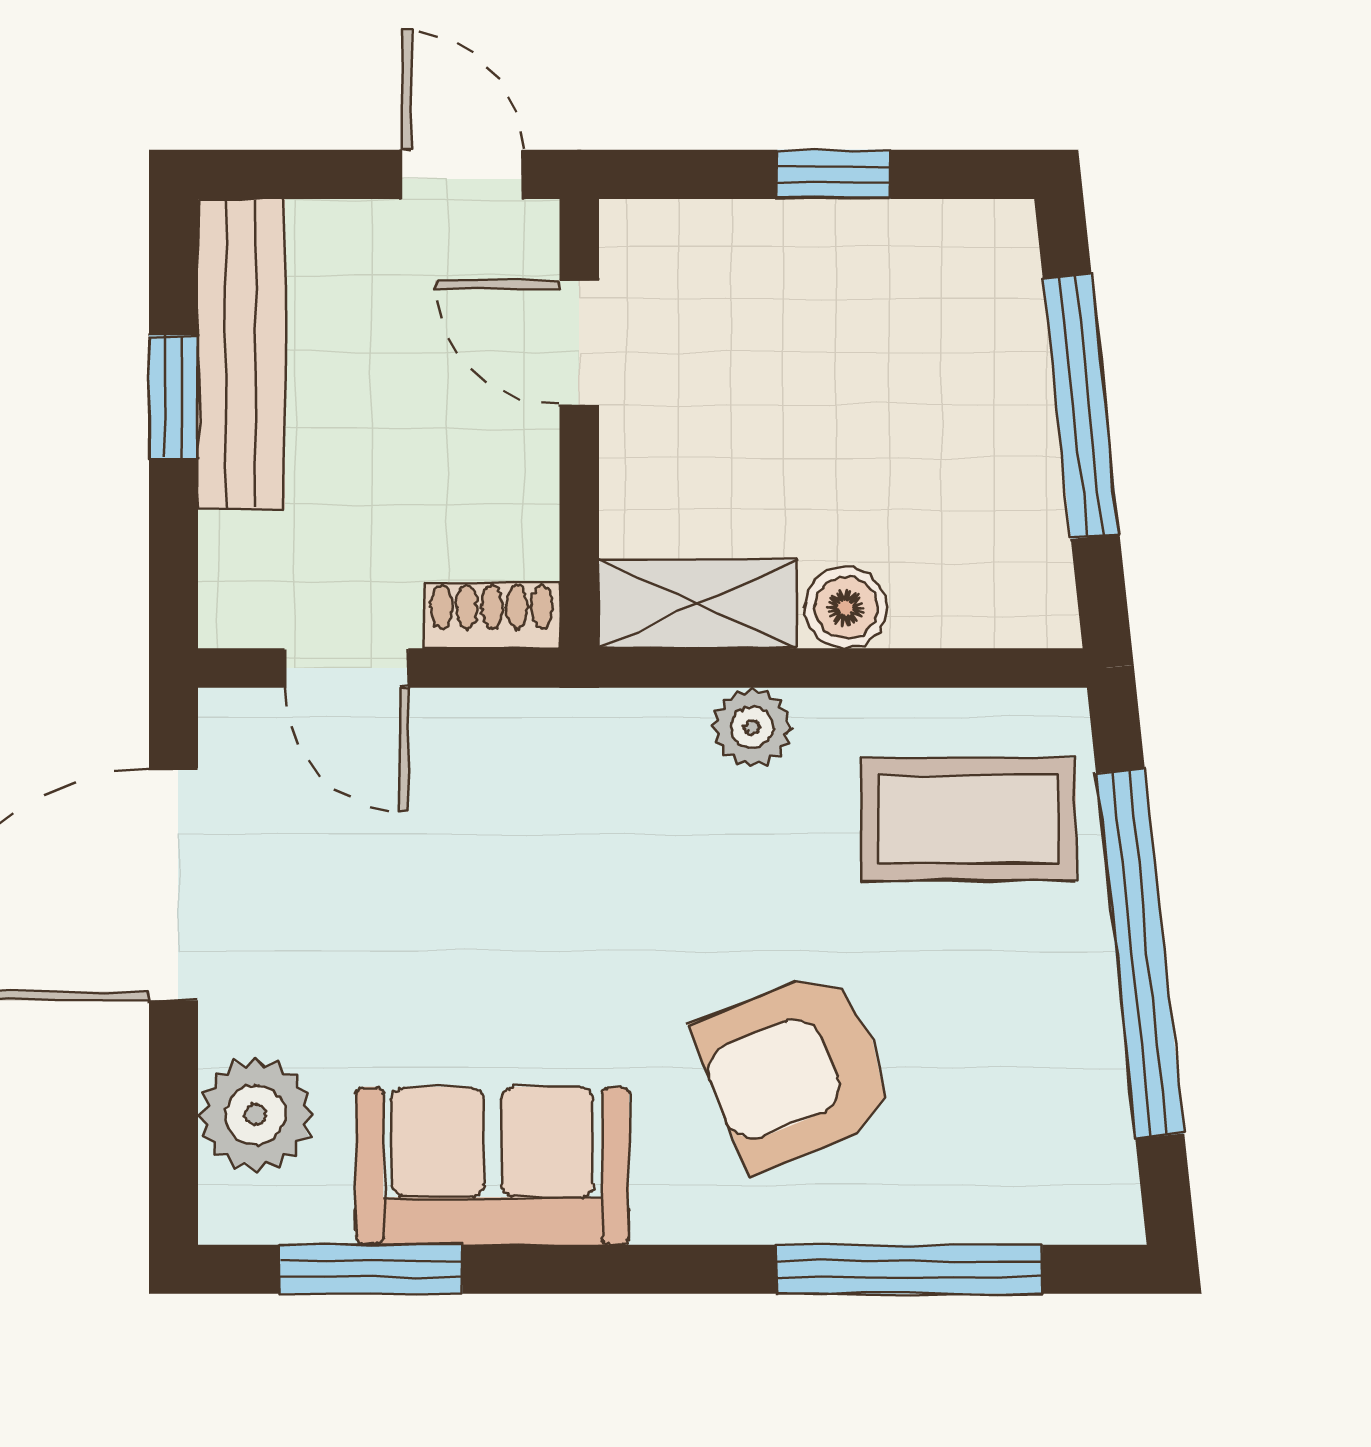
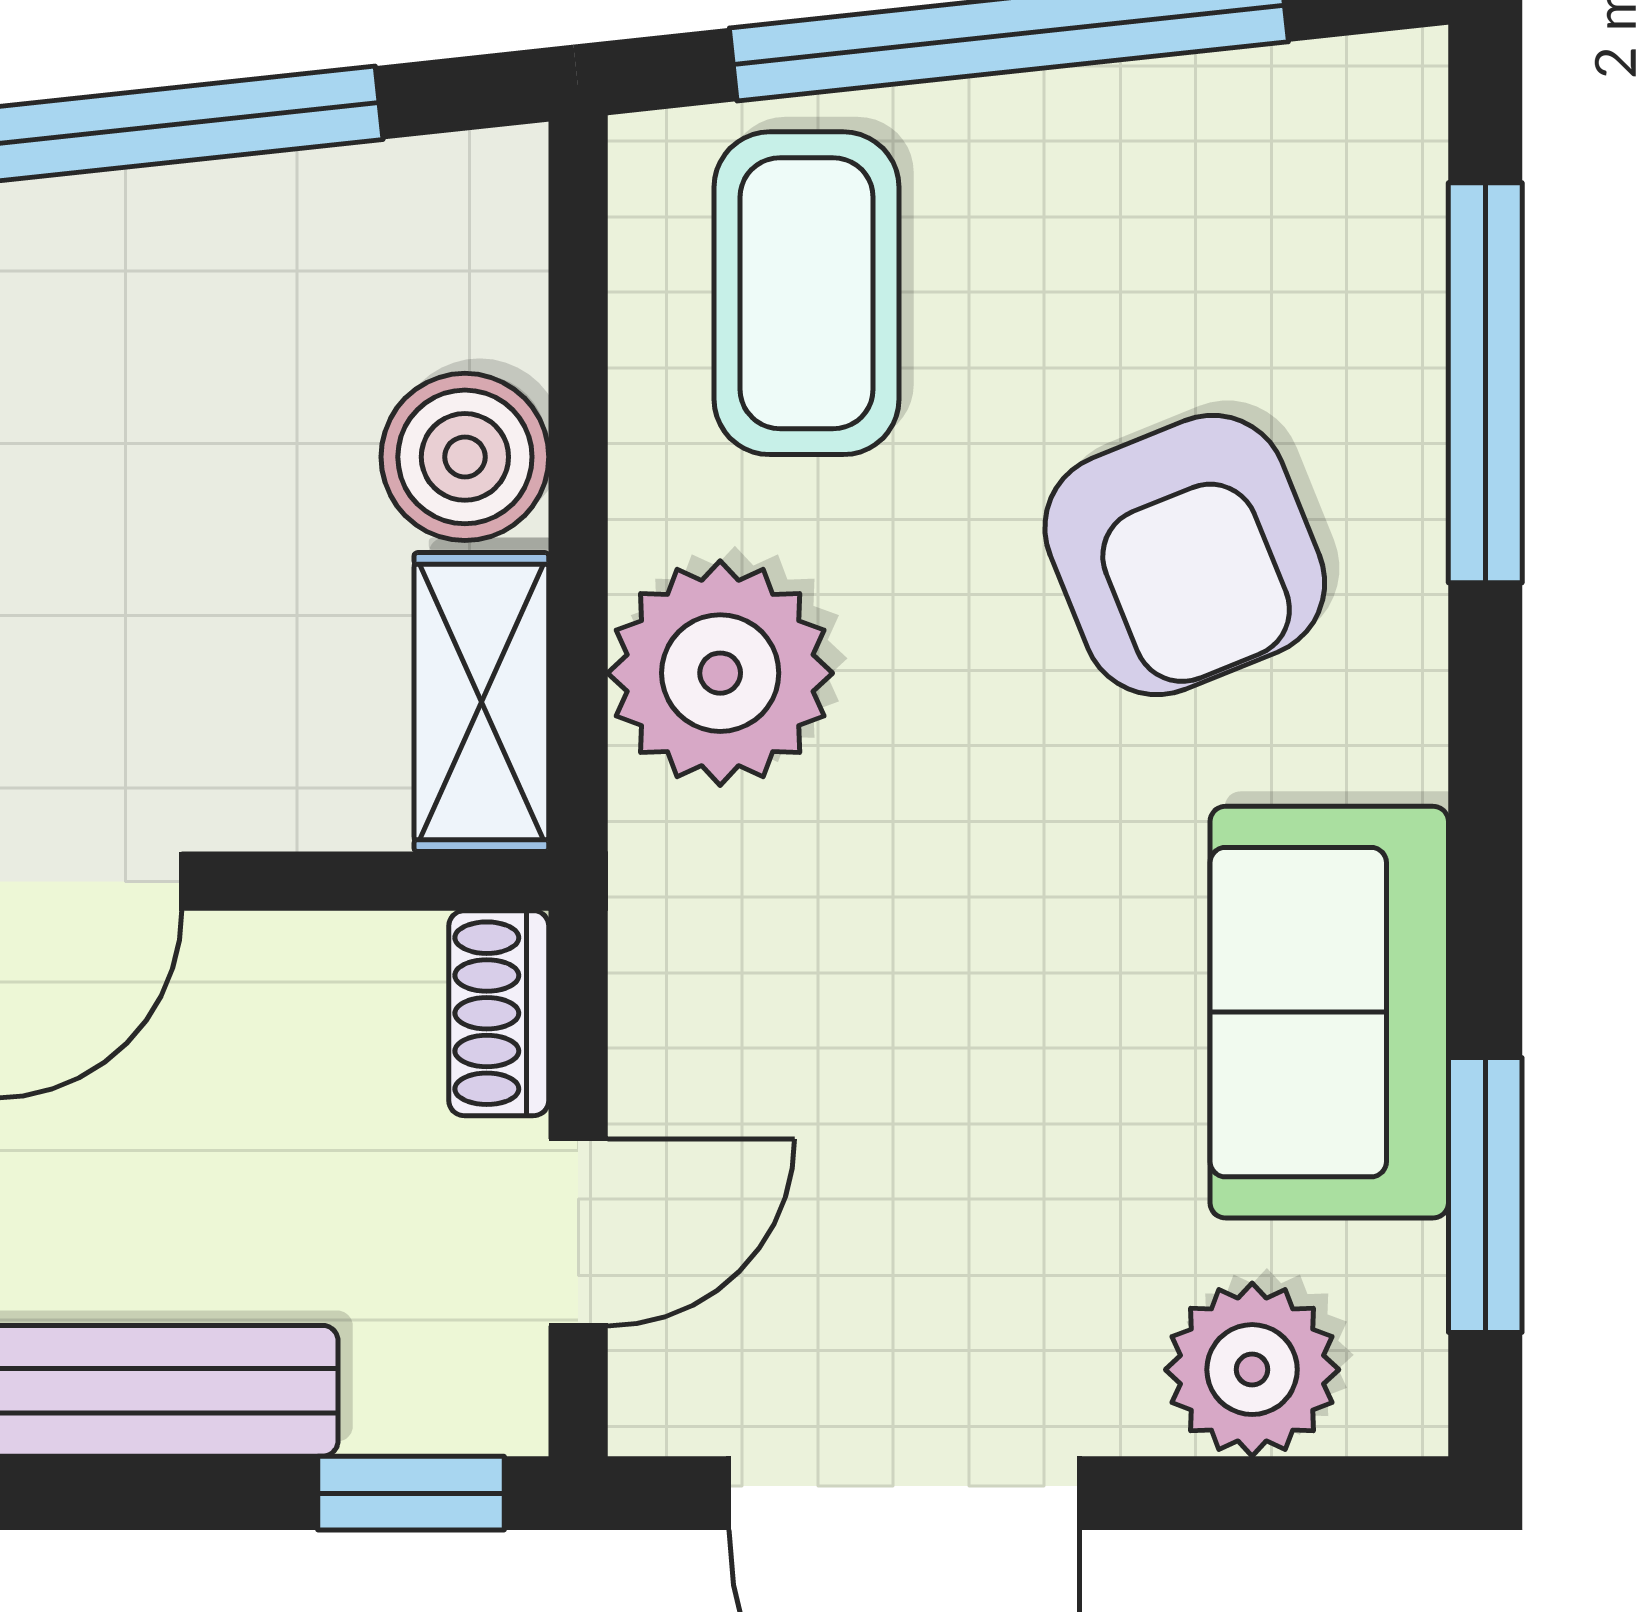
window: (174, 397) -> (411, 1493), moved
boiler: (846, 608) -> (465, 457), width x1.36, depth x1.36
plant: (752, 727) -> (720, 673), width x1.87, depth x1.87

